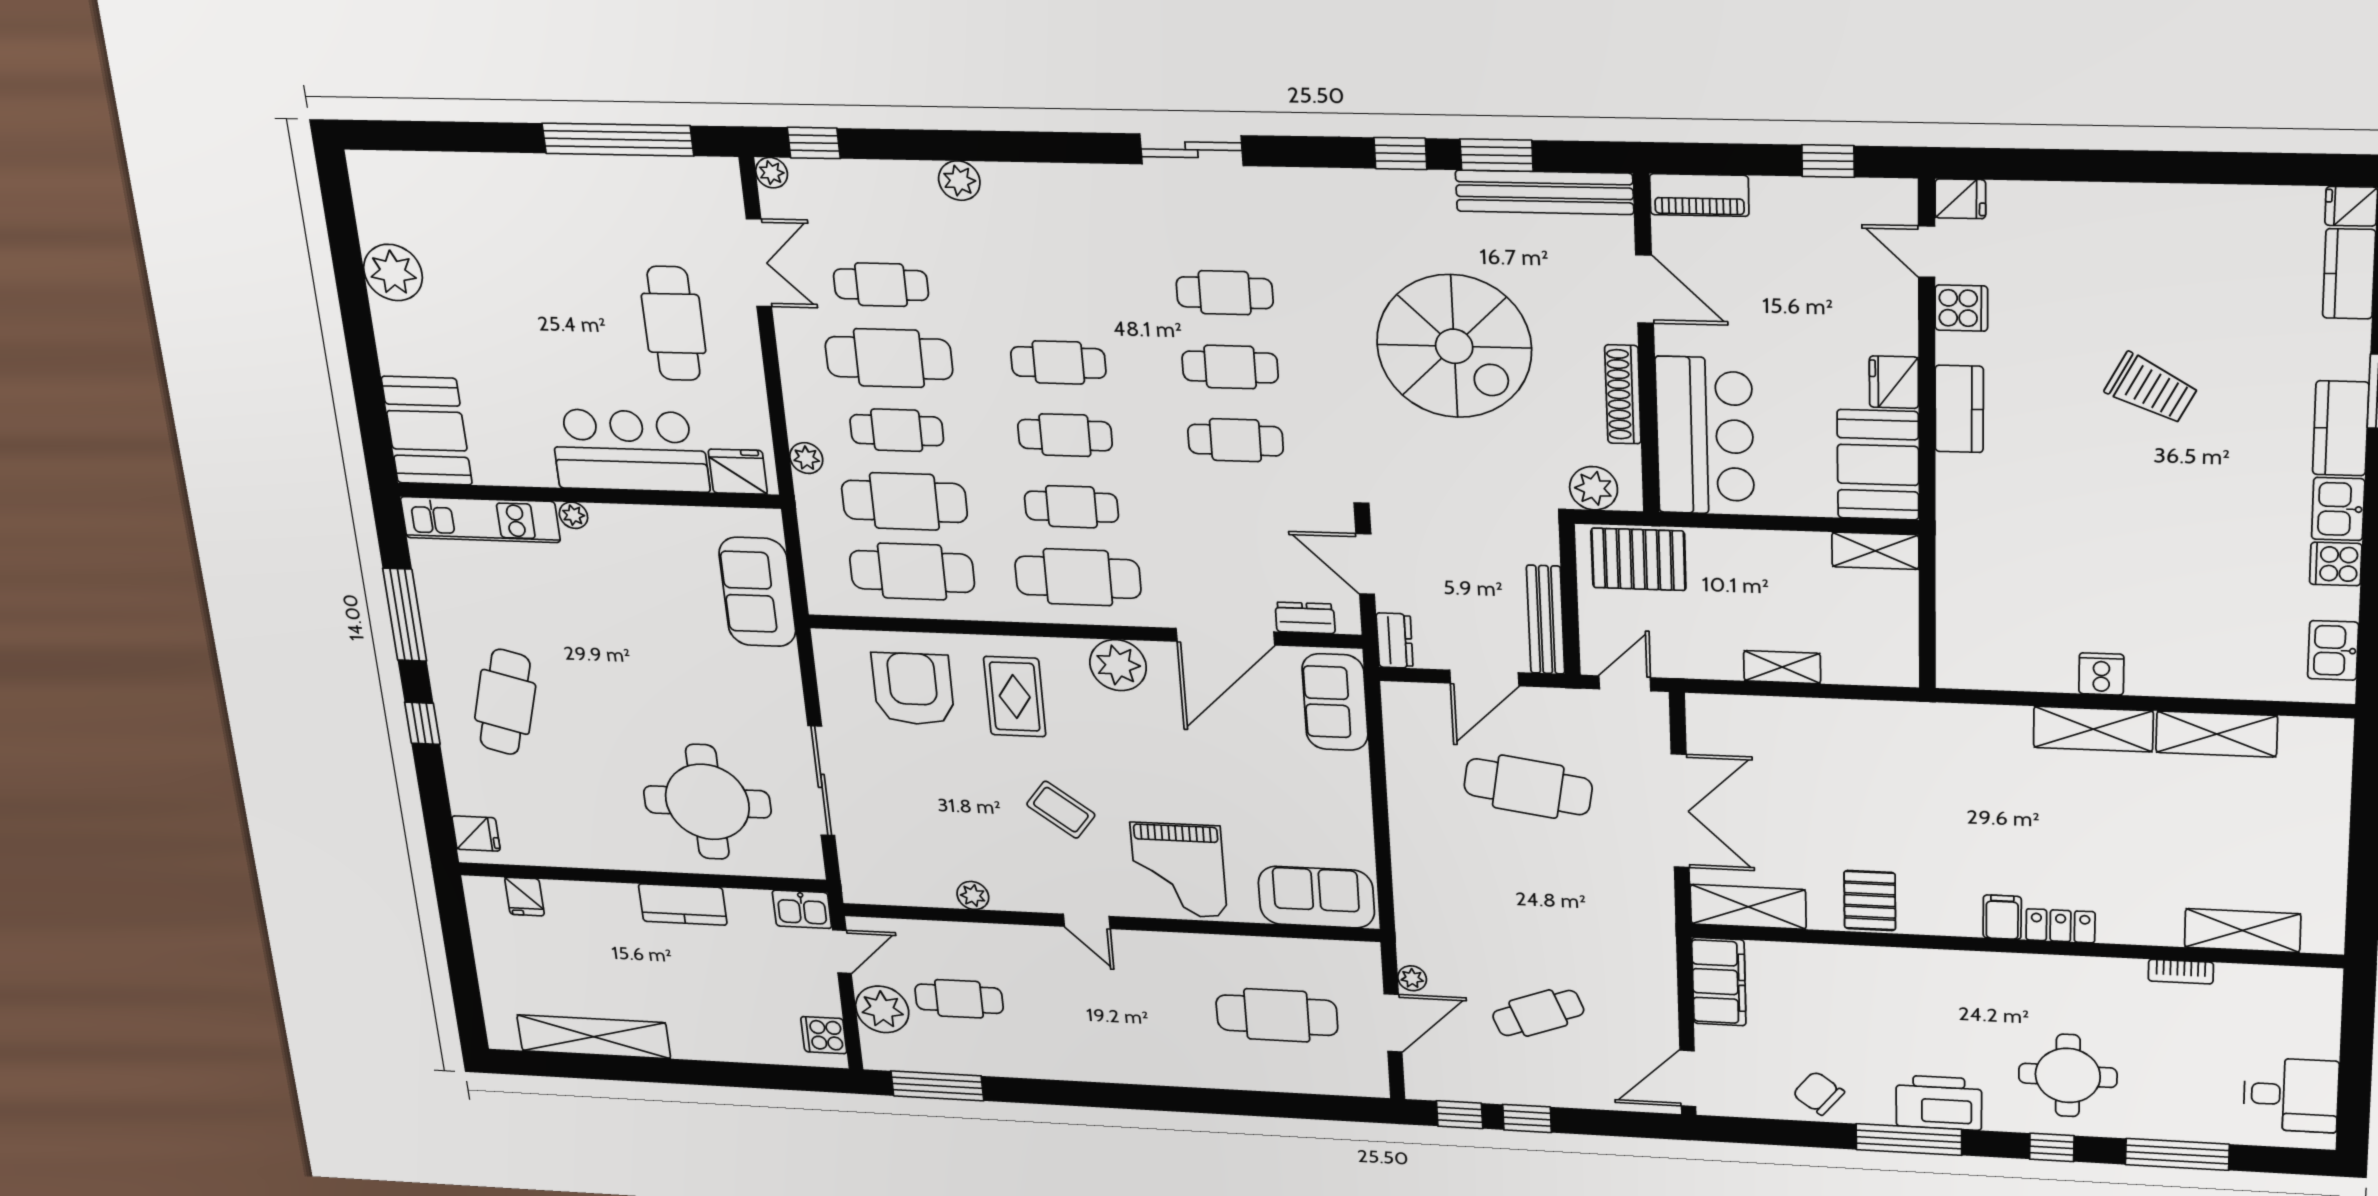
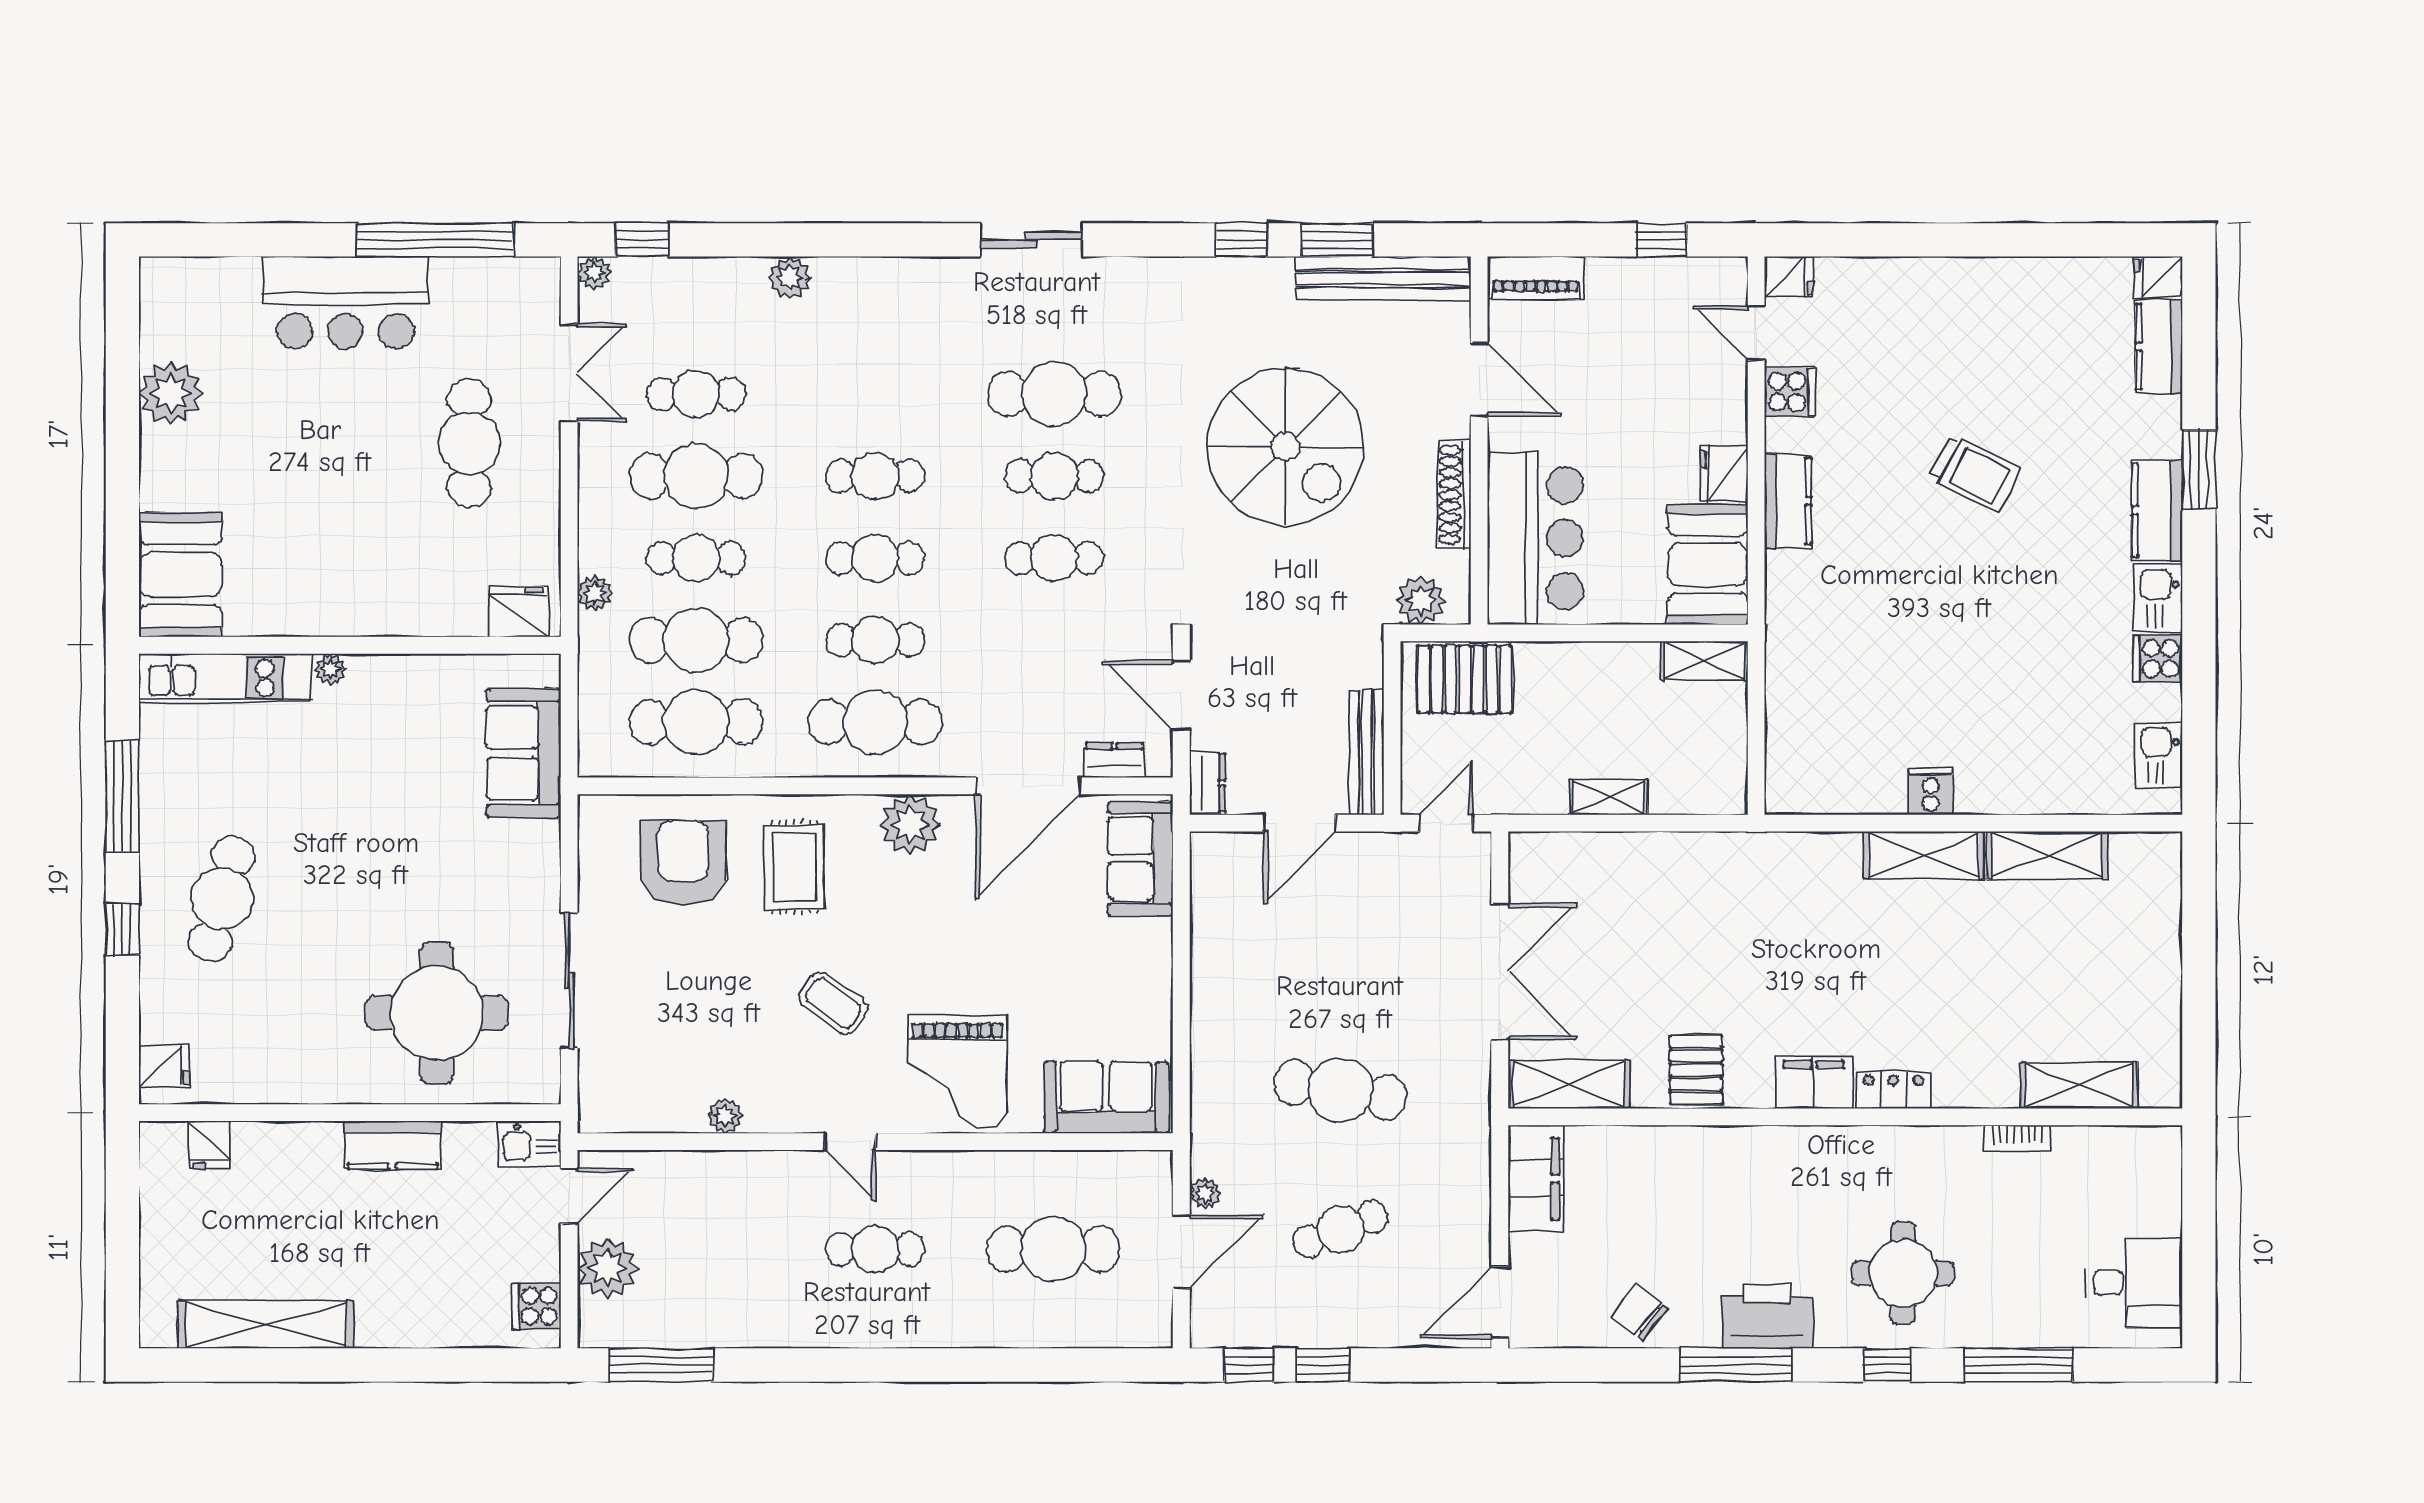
cafe table: (1225, 293) -> (1054, 394), width x1.37, depth x1.35
bar counter: (630, 451) -> (345, 303), moved, turned 180
cafe table: (1528, 787) -> (1341, 1090), moved
filing cabinet: (2002, 917) -> (1814, 1083), width x2.00
cafe table: (959, 999) -> (875, 1249), moved

